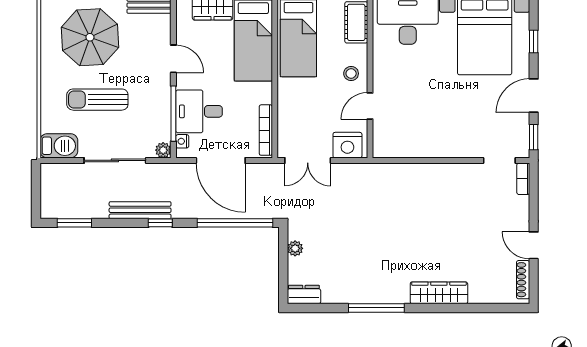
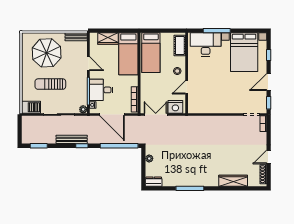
double door: (308, 160) -> (156, 115), swing flipped
door: (534, 245) -> (269, 157), hinge flipped
wardrobe: (439, 293) -> (233, 181), moved

